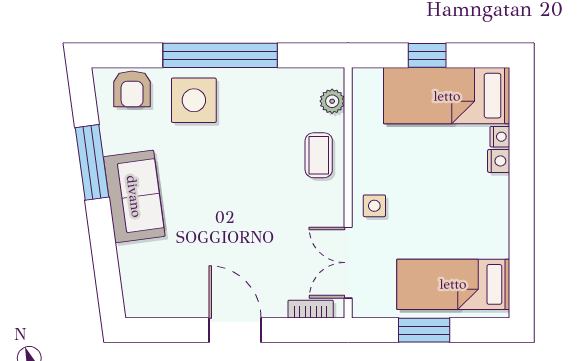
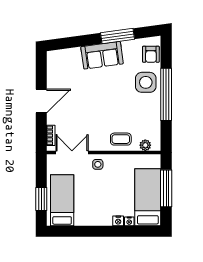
window: (427, 55) -> (166, 188), width x2.17
armchair: (132, 89) -> (151, 54), turned -90
window: (424, 330) -> (41, 199), moved

